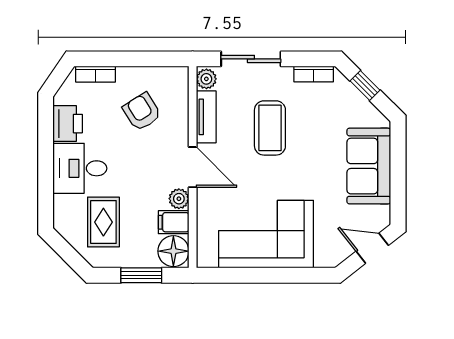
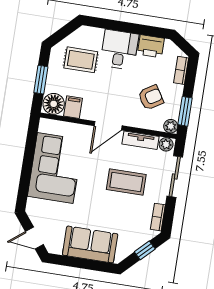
window: (154, 59) -> (185, 111), added
plant: (179, 199) -> (171, 126), moved
door: (372, 248) -> (34, 238), swing flipped

